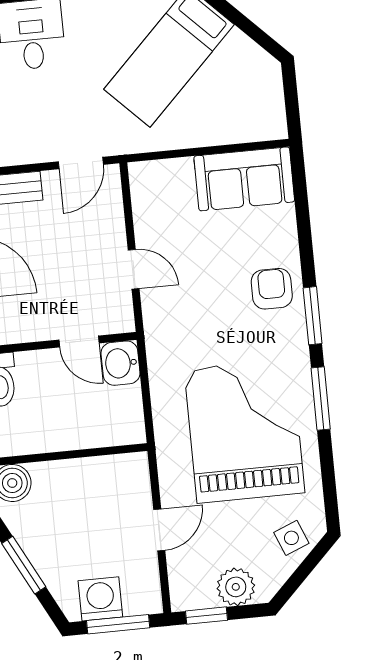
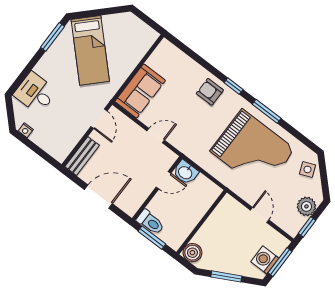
sofa: (244, 179) -> (140, 91), moved
window: (313, 316) -> (234, 86), width x0.67
grand piano: (244, 431) -> (252, 150), turned 180

